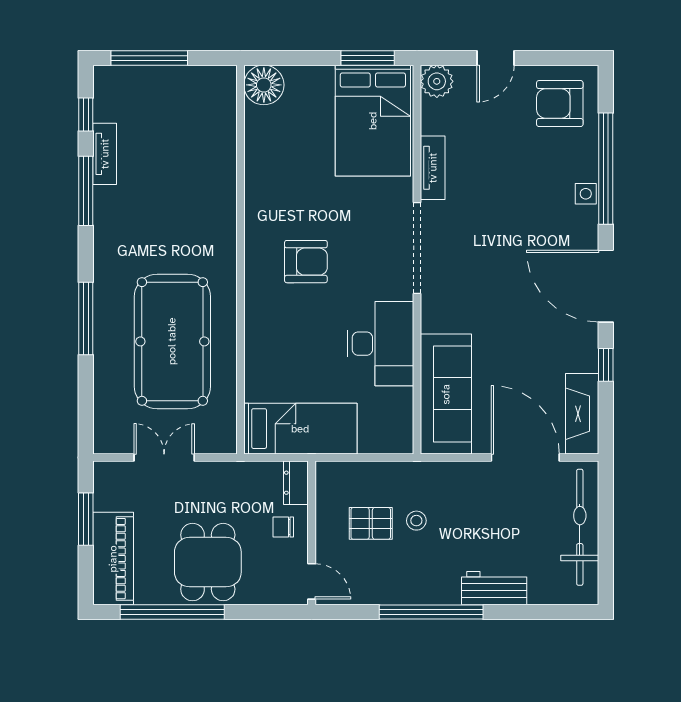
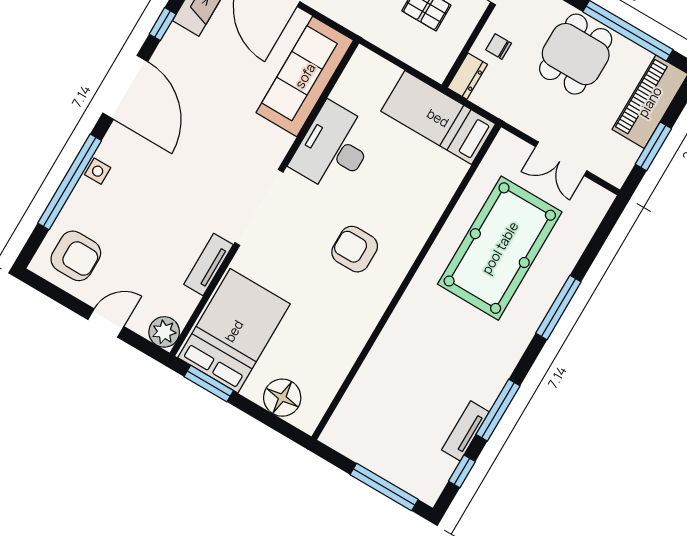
floor lamp: (264, 85) -> (282, 398), moved
chair: (283, 527) -> (499, 47), turned 180

